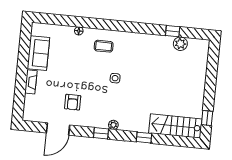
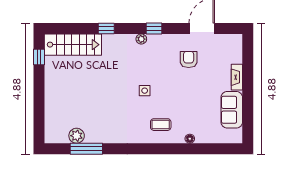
window: (173, 31) -> (86, 149), width x2.17

